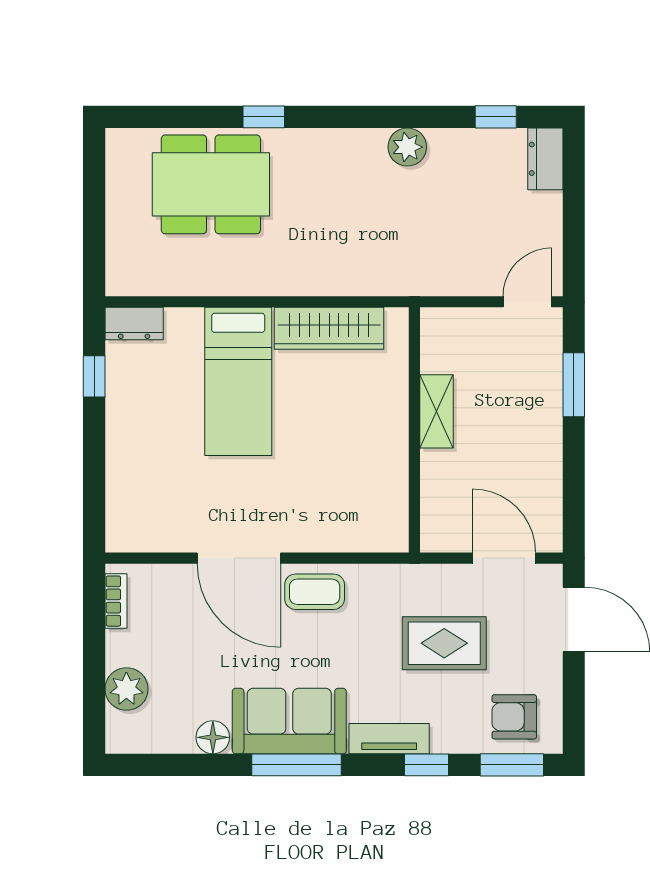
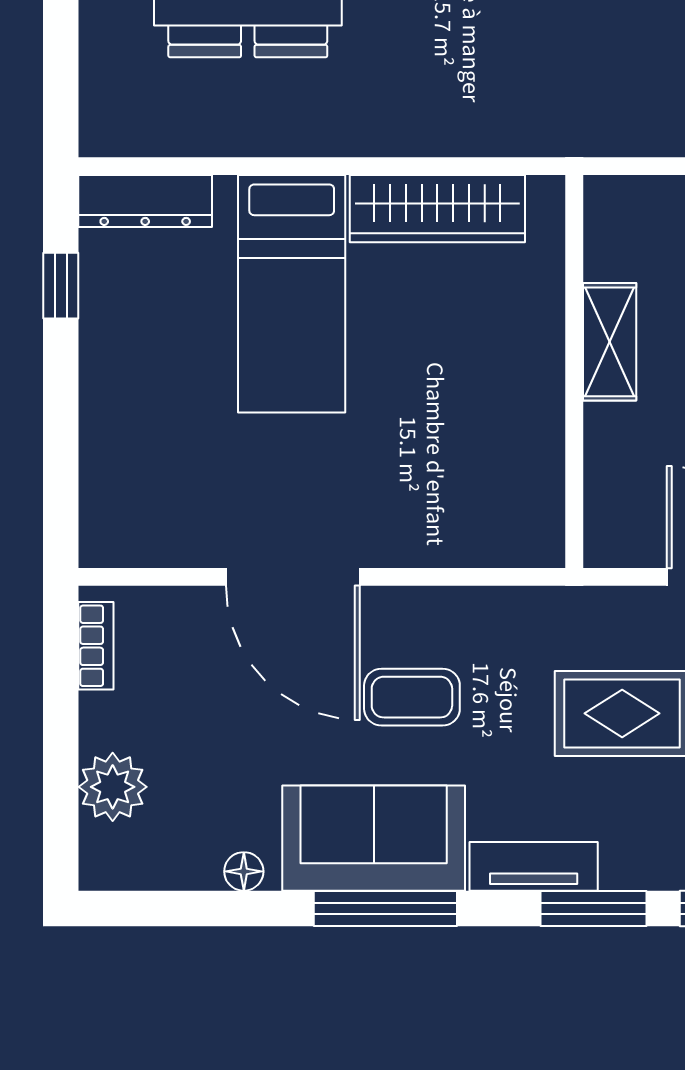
dresser: (134, 324) -> (145, 201), width x1.44
coffee table: (315, 592) -> (412, 697), moved
floor lamp: (213, 737) -> (244, 871), width x0.73, depth x0.73
window: (427, 765) -> (594, 909), width x1.50

